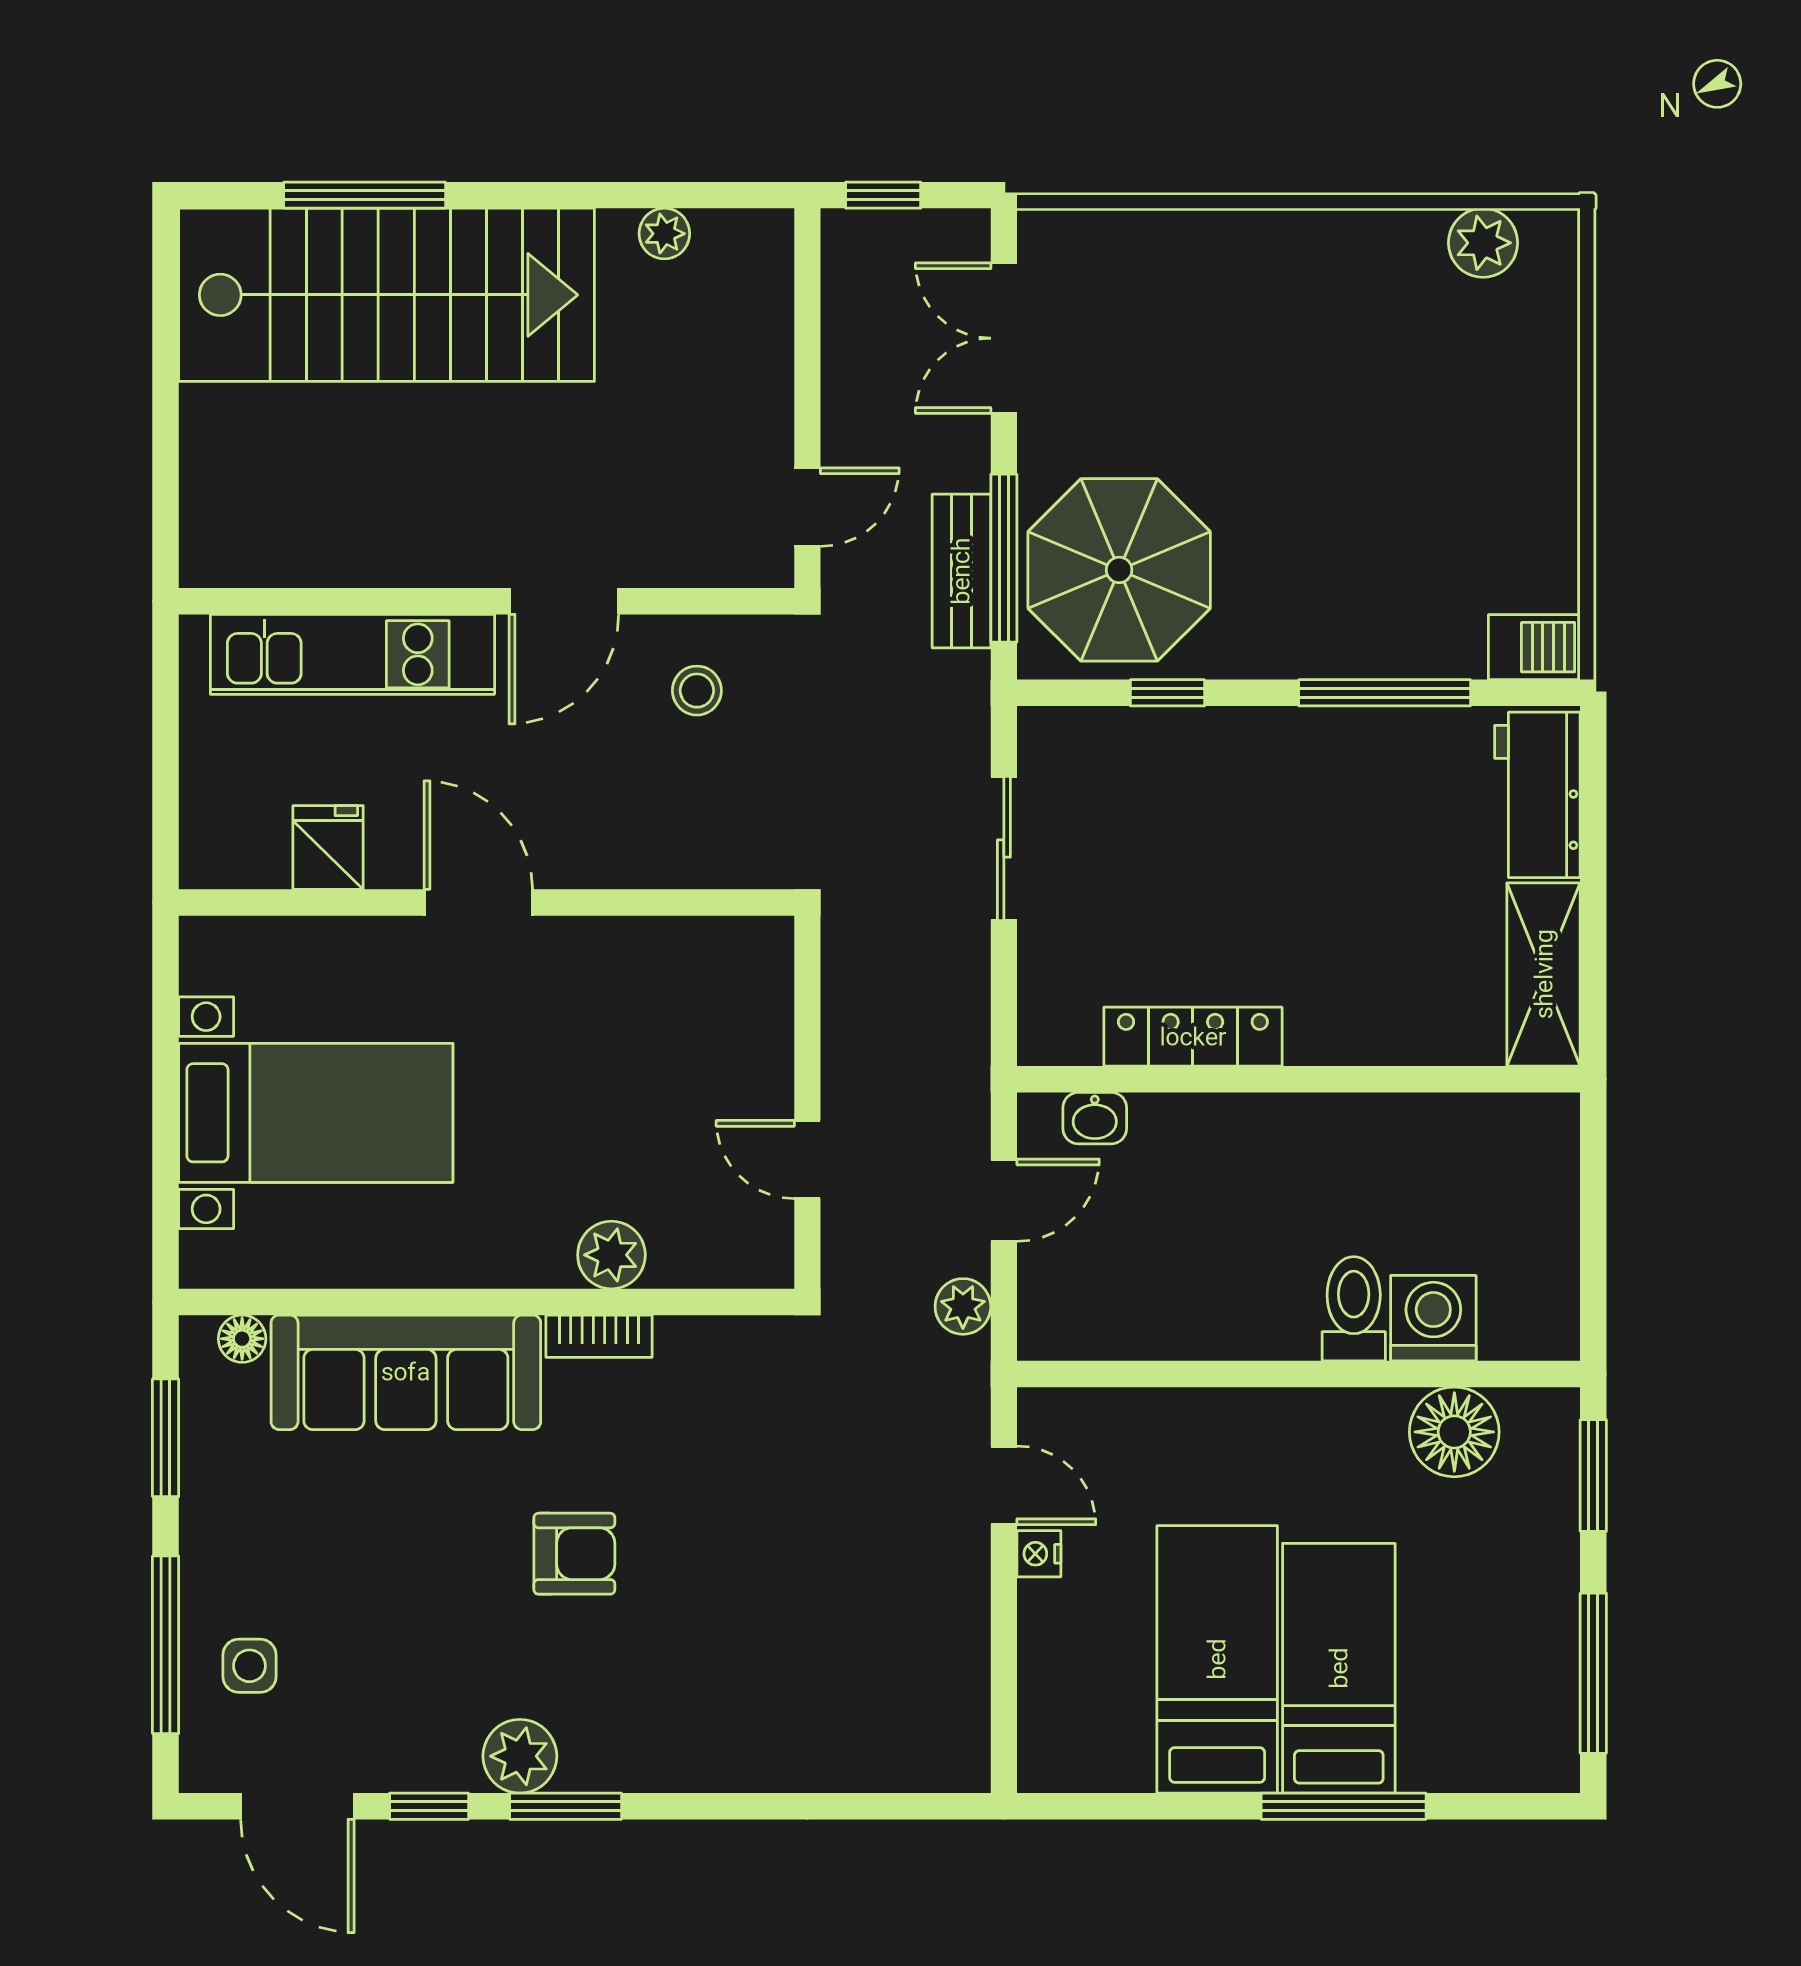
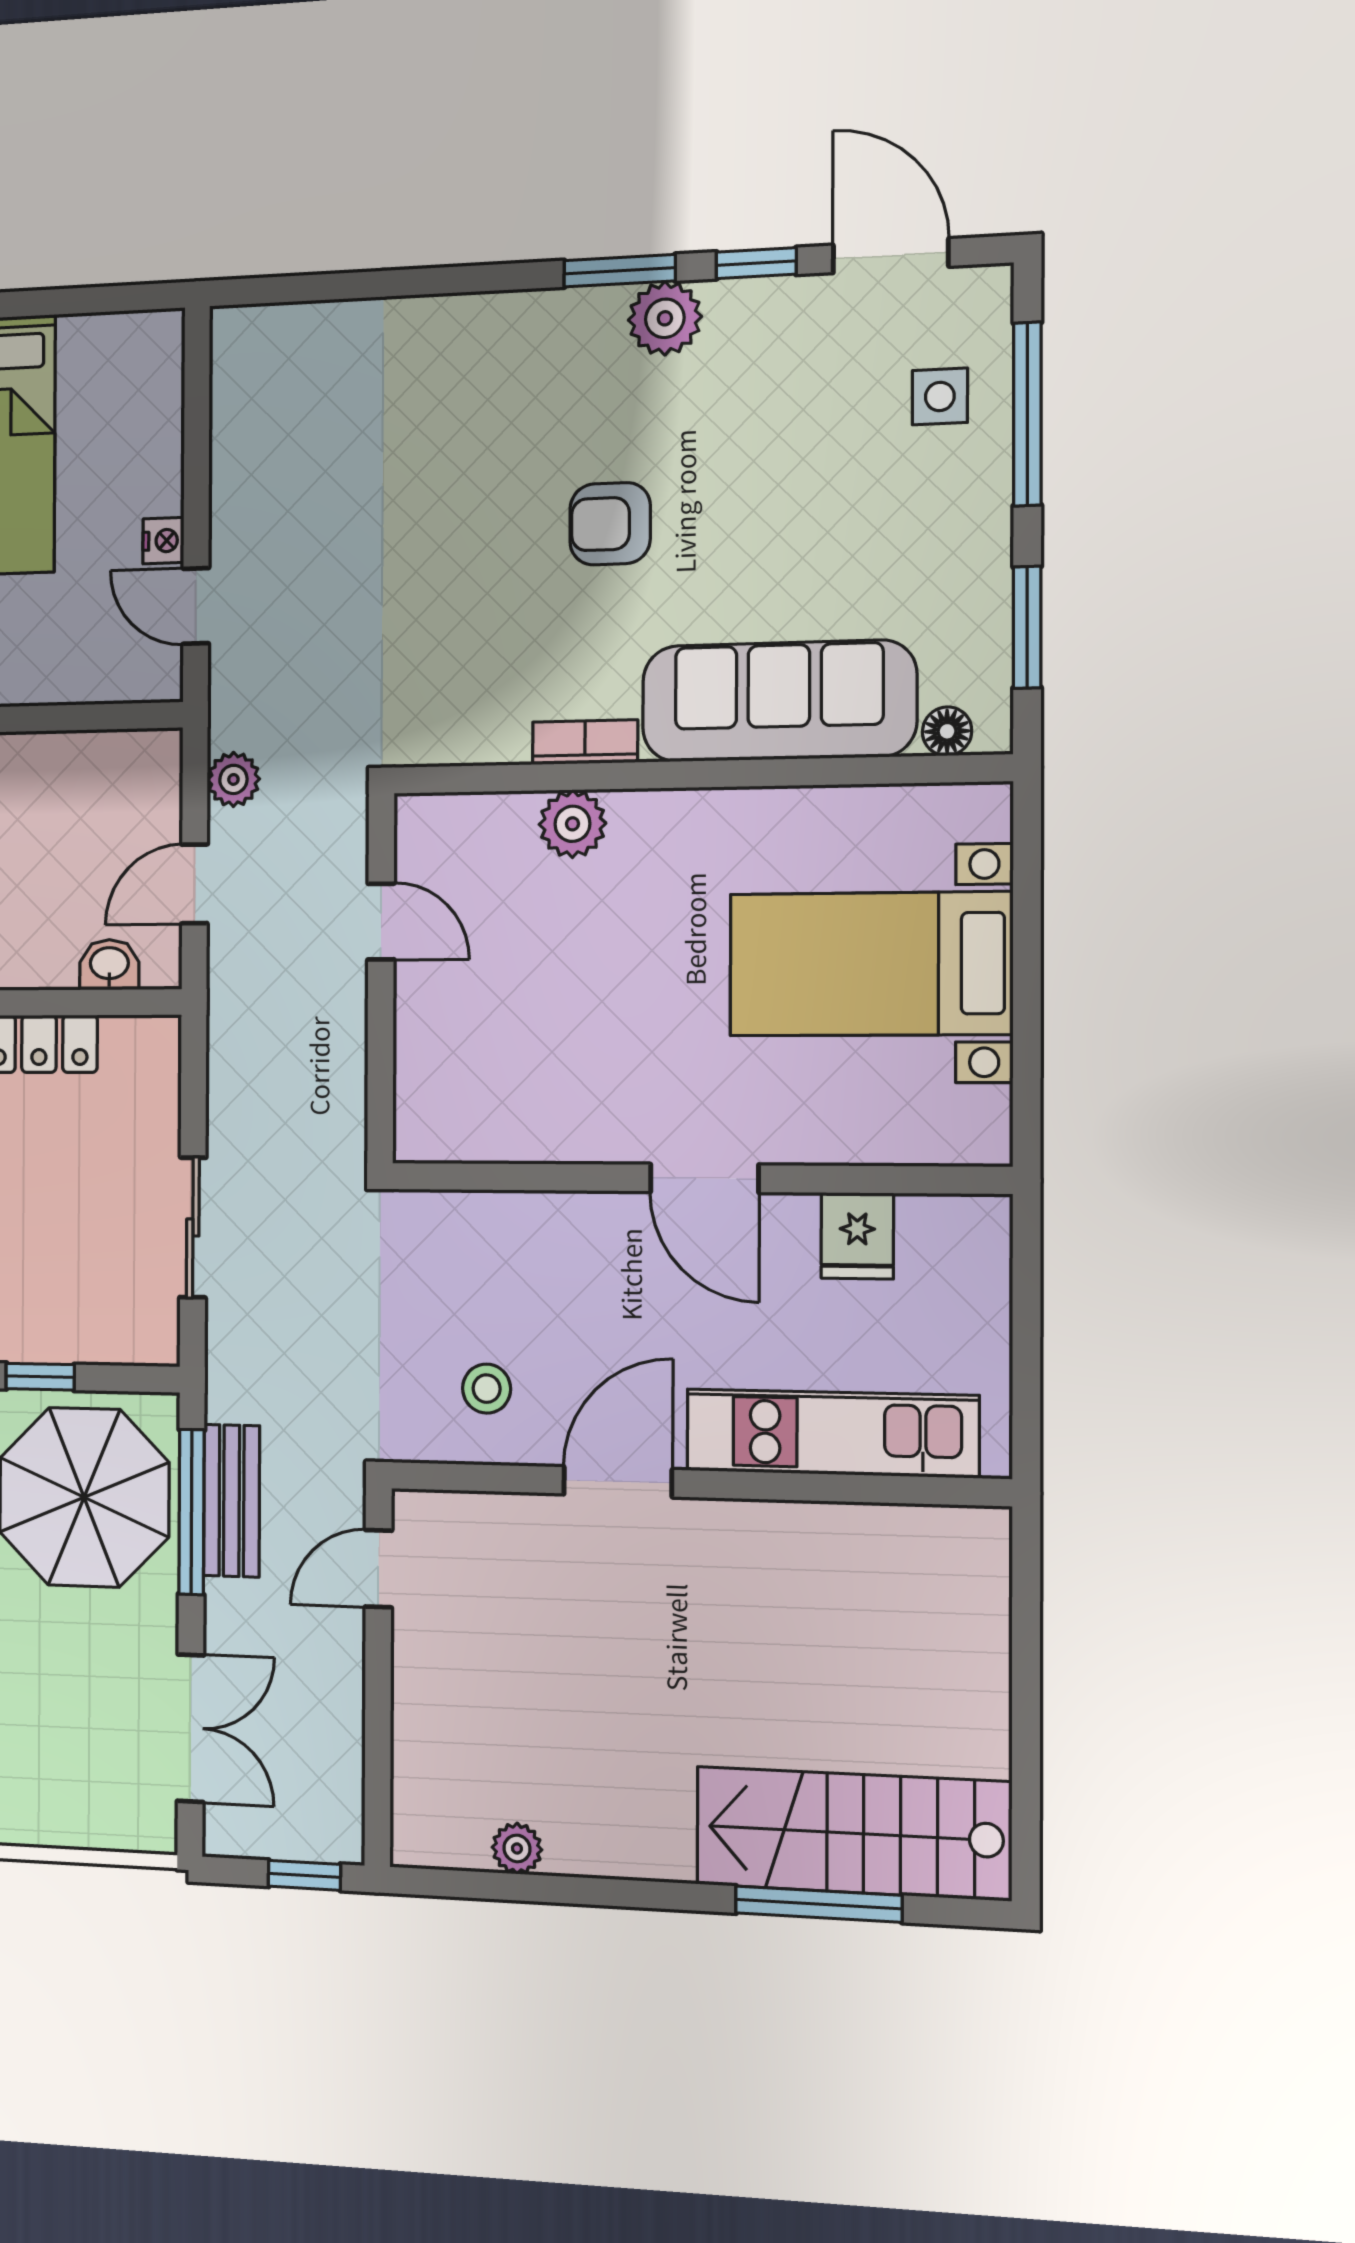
stairs: (387, 295) -> (853, 1833), width x0.73, depth x0.66

